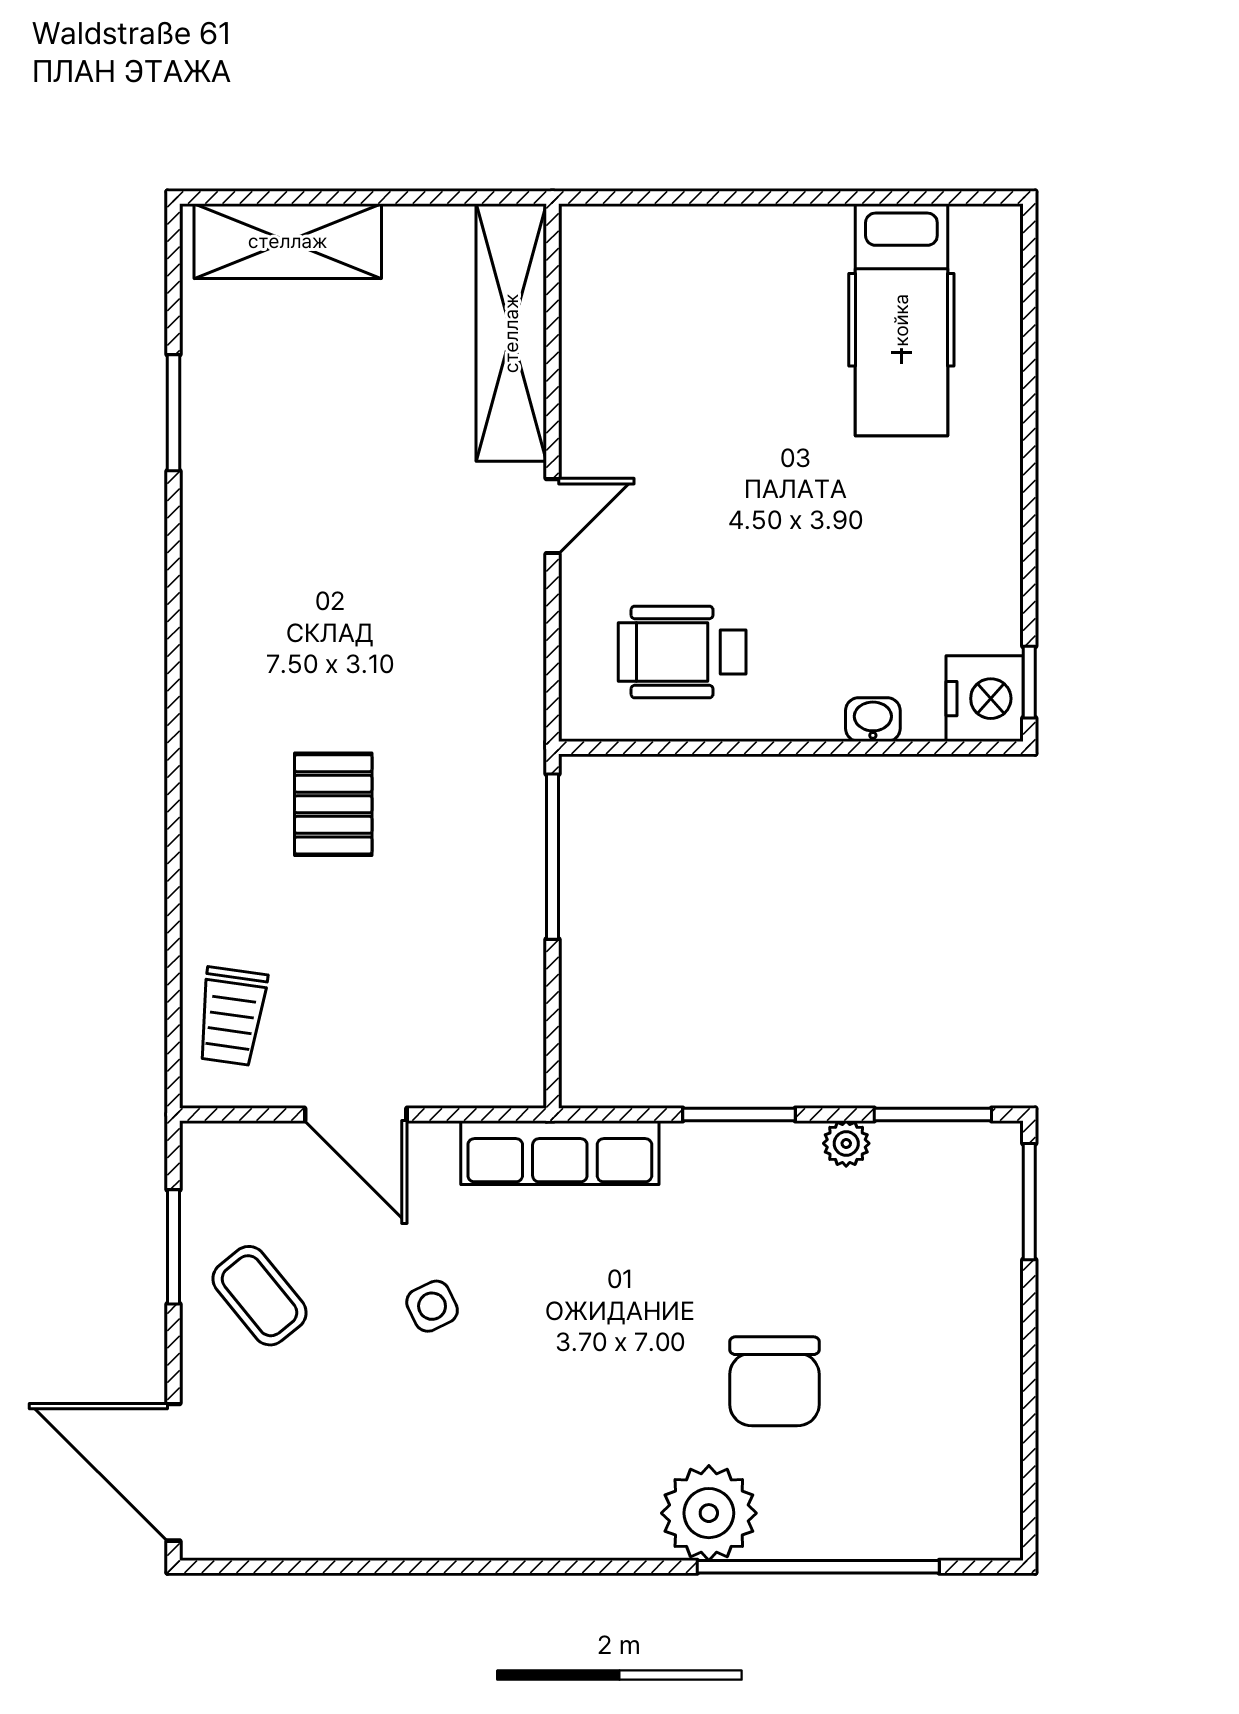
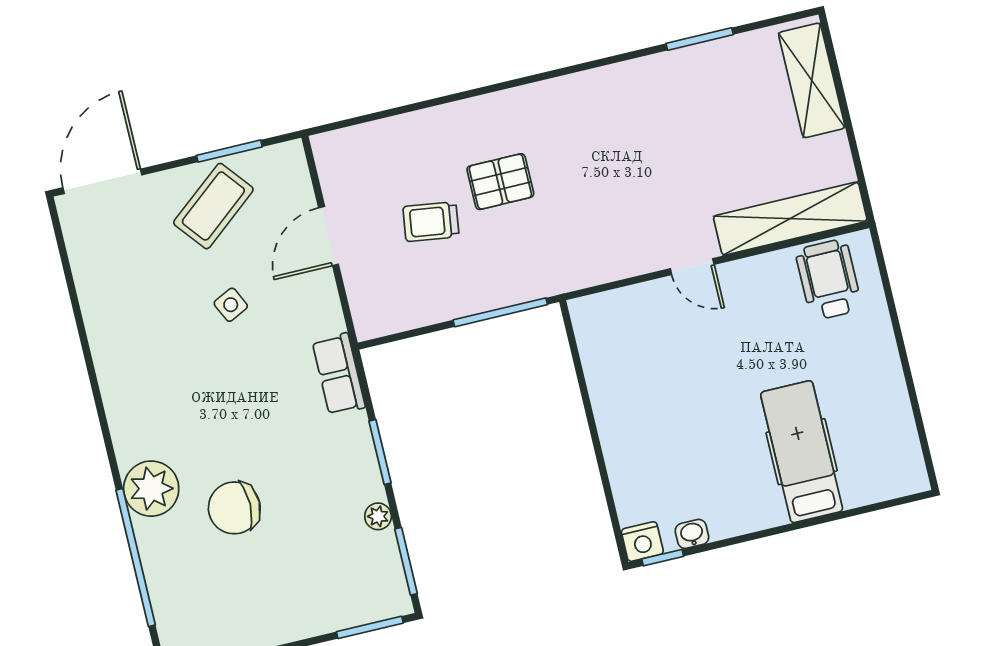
hospital bed: (901, 320) -> (802, 452), moved, turned 90
wheelchair: (682, 652) -> (829, 280), moved
nightstand: (985, 699) -> (642, 542), width x0.74, depth x0.75
washbasin: (873, 720) -> (692, 534), moved, turned -90
trolley: (232, 1016) -> (431, 222), moved
row of seats: (560, 1153) -> (339, 374), width x0.68
coffee table: (259, 1296) -> (213, 206), width x1.36, depth x1.30

